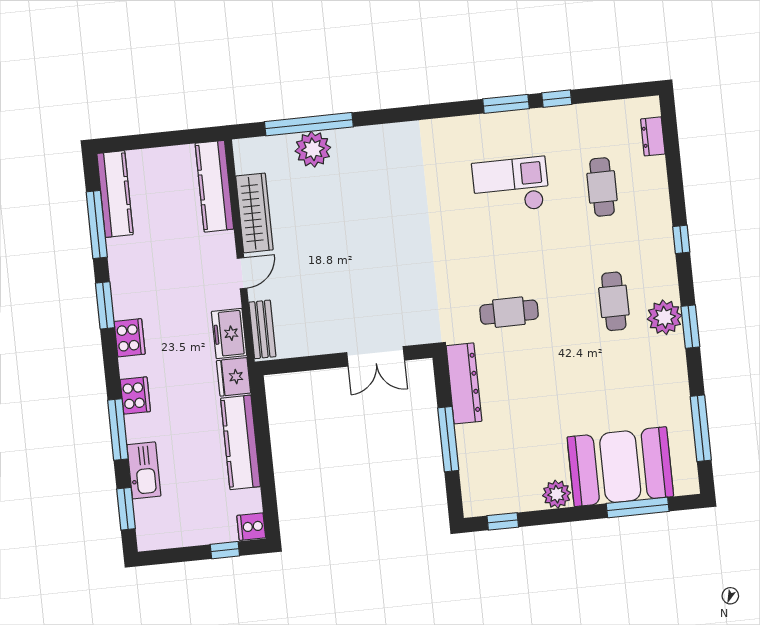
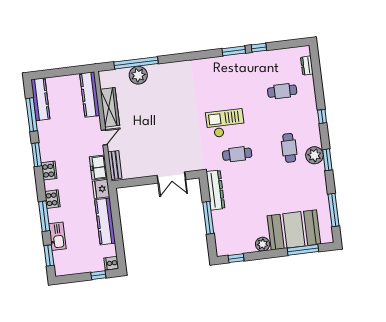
checkout: (511, 185) -> (225, 123), moved
cafe table: (602, 187) -> (282, 91), turned 90

